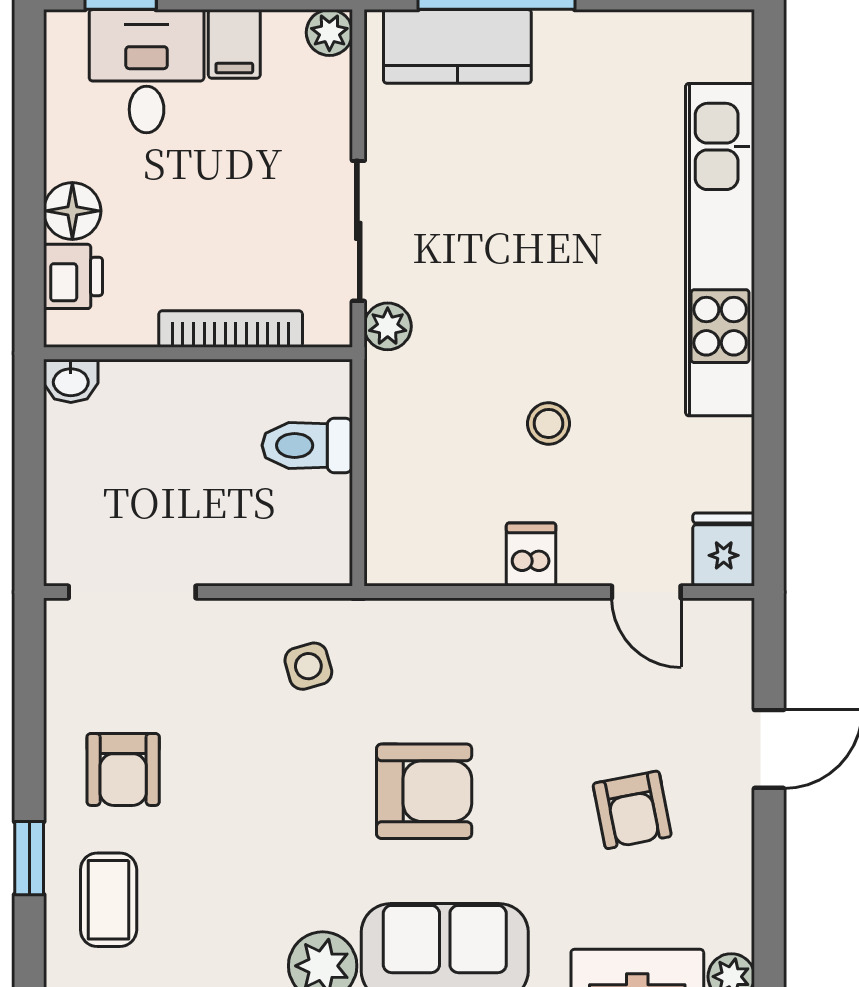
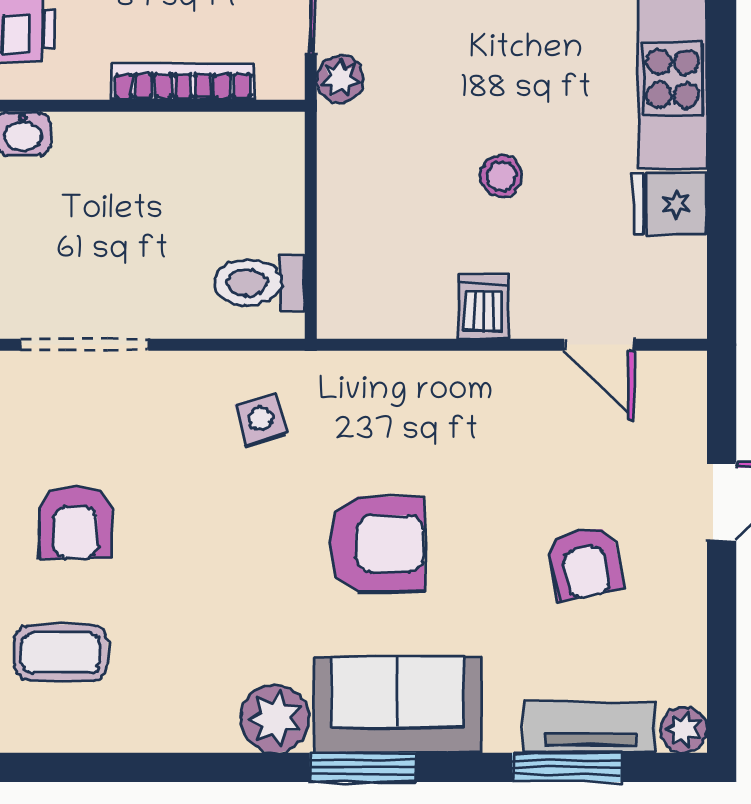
toilet: (307, 445) -> (260, 283), moved
fridge: (724, 550) -> (670, 204), moved, turned -90
coffee table: (109, 900) -> (61, 653), turned 90

